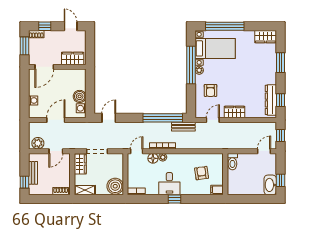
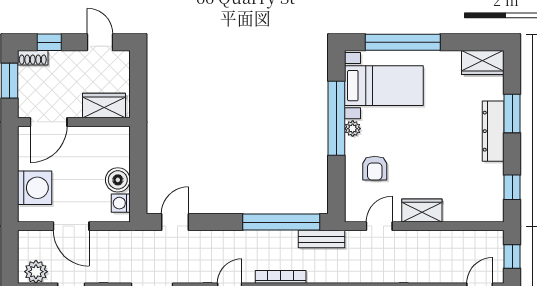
washing machine: (33, 100) -> (35, 188), width x1.89, depth x1.89
dresser: (271, 100) -> (493, 131), moved
door: (56, 120) -> (71, 226), swing flipped

